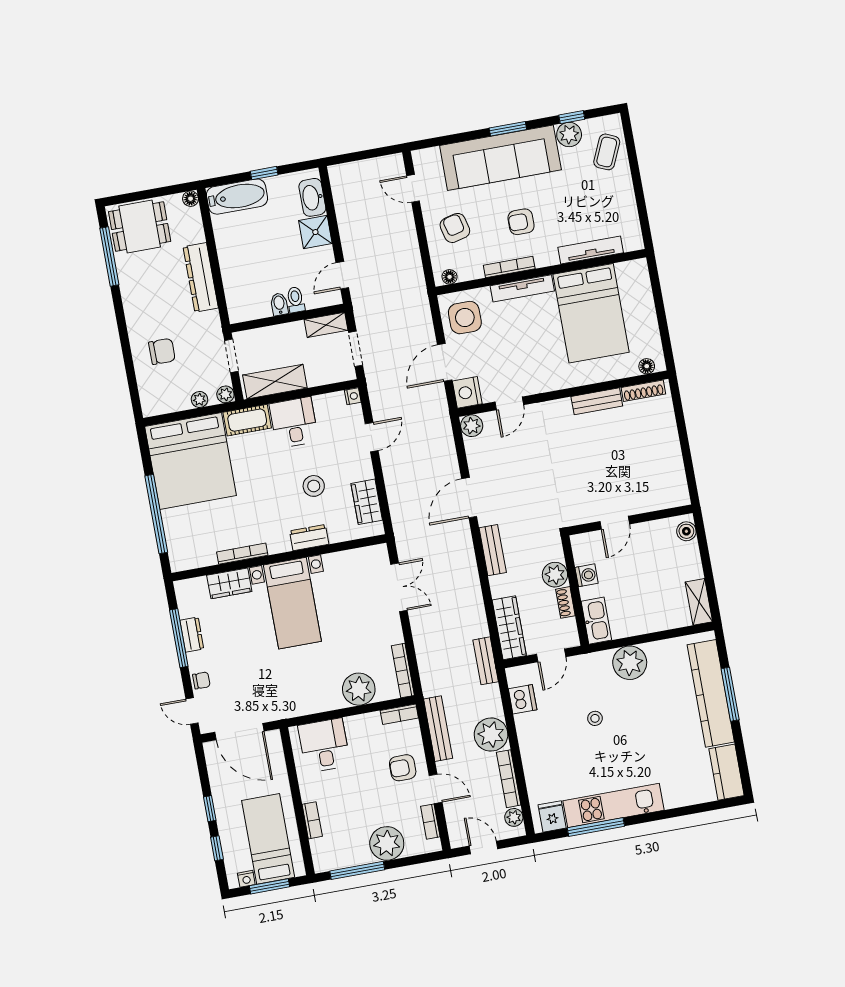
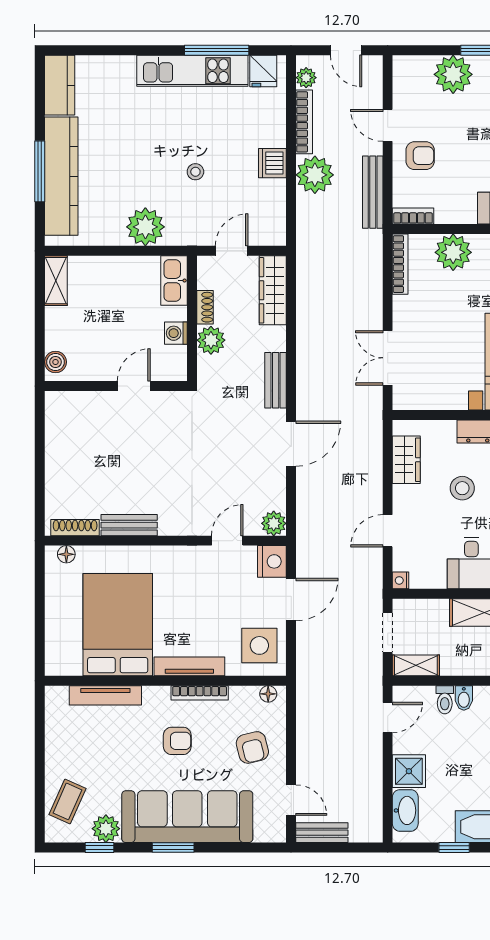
bench: (486, 661) -> (322, 833), moved, turned 90
dishwasher: (523, 699) -> (272, 163), moved
bookcase: (430, 822) -> (400, 90), removed

